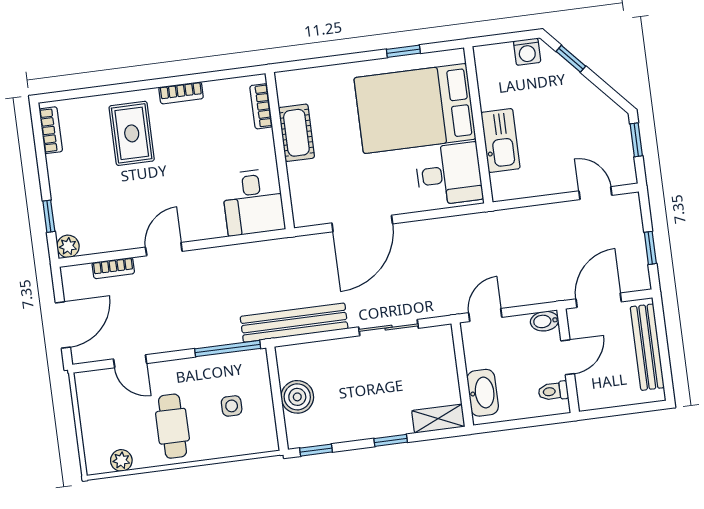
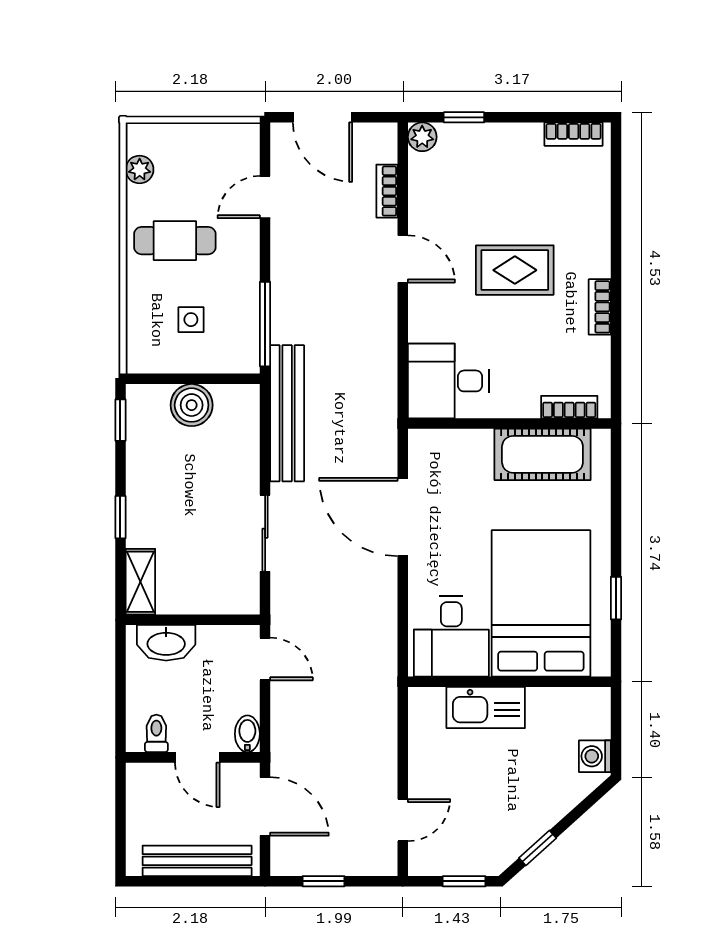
window: (571, 59) -> (538, 848), moved
rug: (132, 133) -> (515, 270), moved
cot: (296, 133) -> (542, 454), width x1.37, depth x1.34

